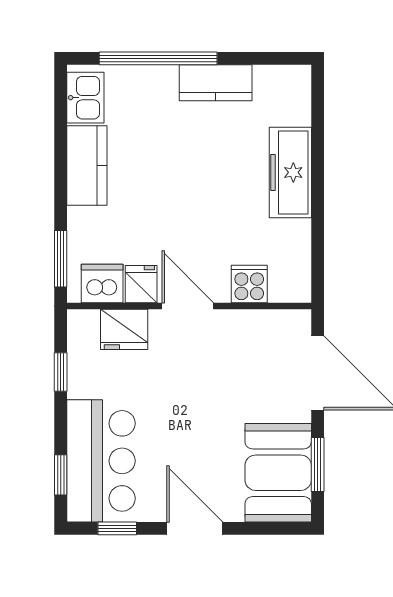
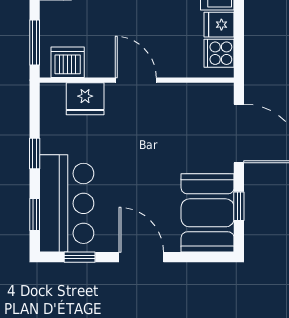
fridge: (141, 284) -> (219, 25), moved, turned -90
cooker: (249, 284) -> (219, 53), moved, turned -90
window: (61, 372) -> (35, 153), moved
window: (318, 464) -> (239, 206), width x0.67

